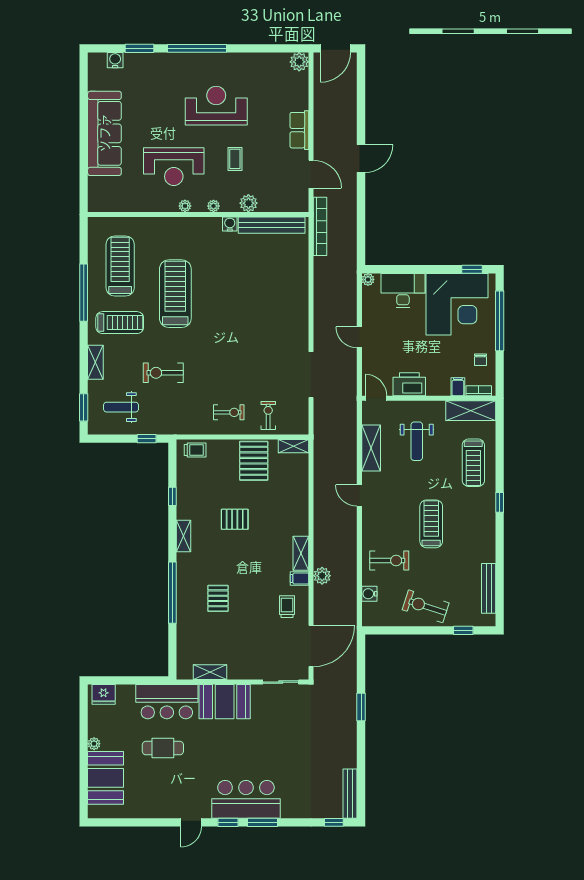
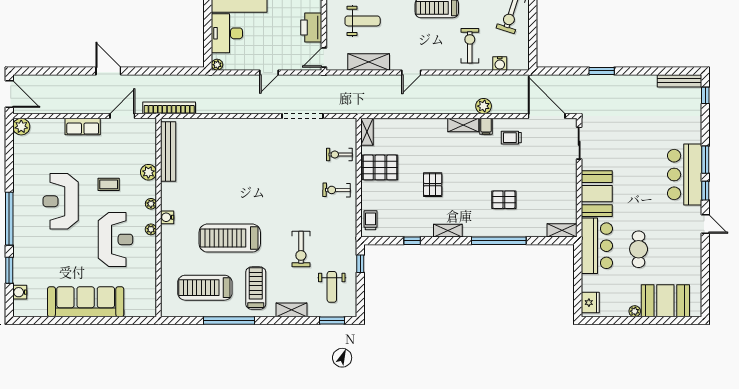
water cooler: (230, 224) -> (167, 217), moved
exercise bike: (229, 412) -> (337, 190), turned -89
shelving: (210, 672) -> (562, 230), moved, turned 90

